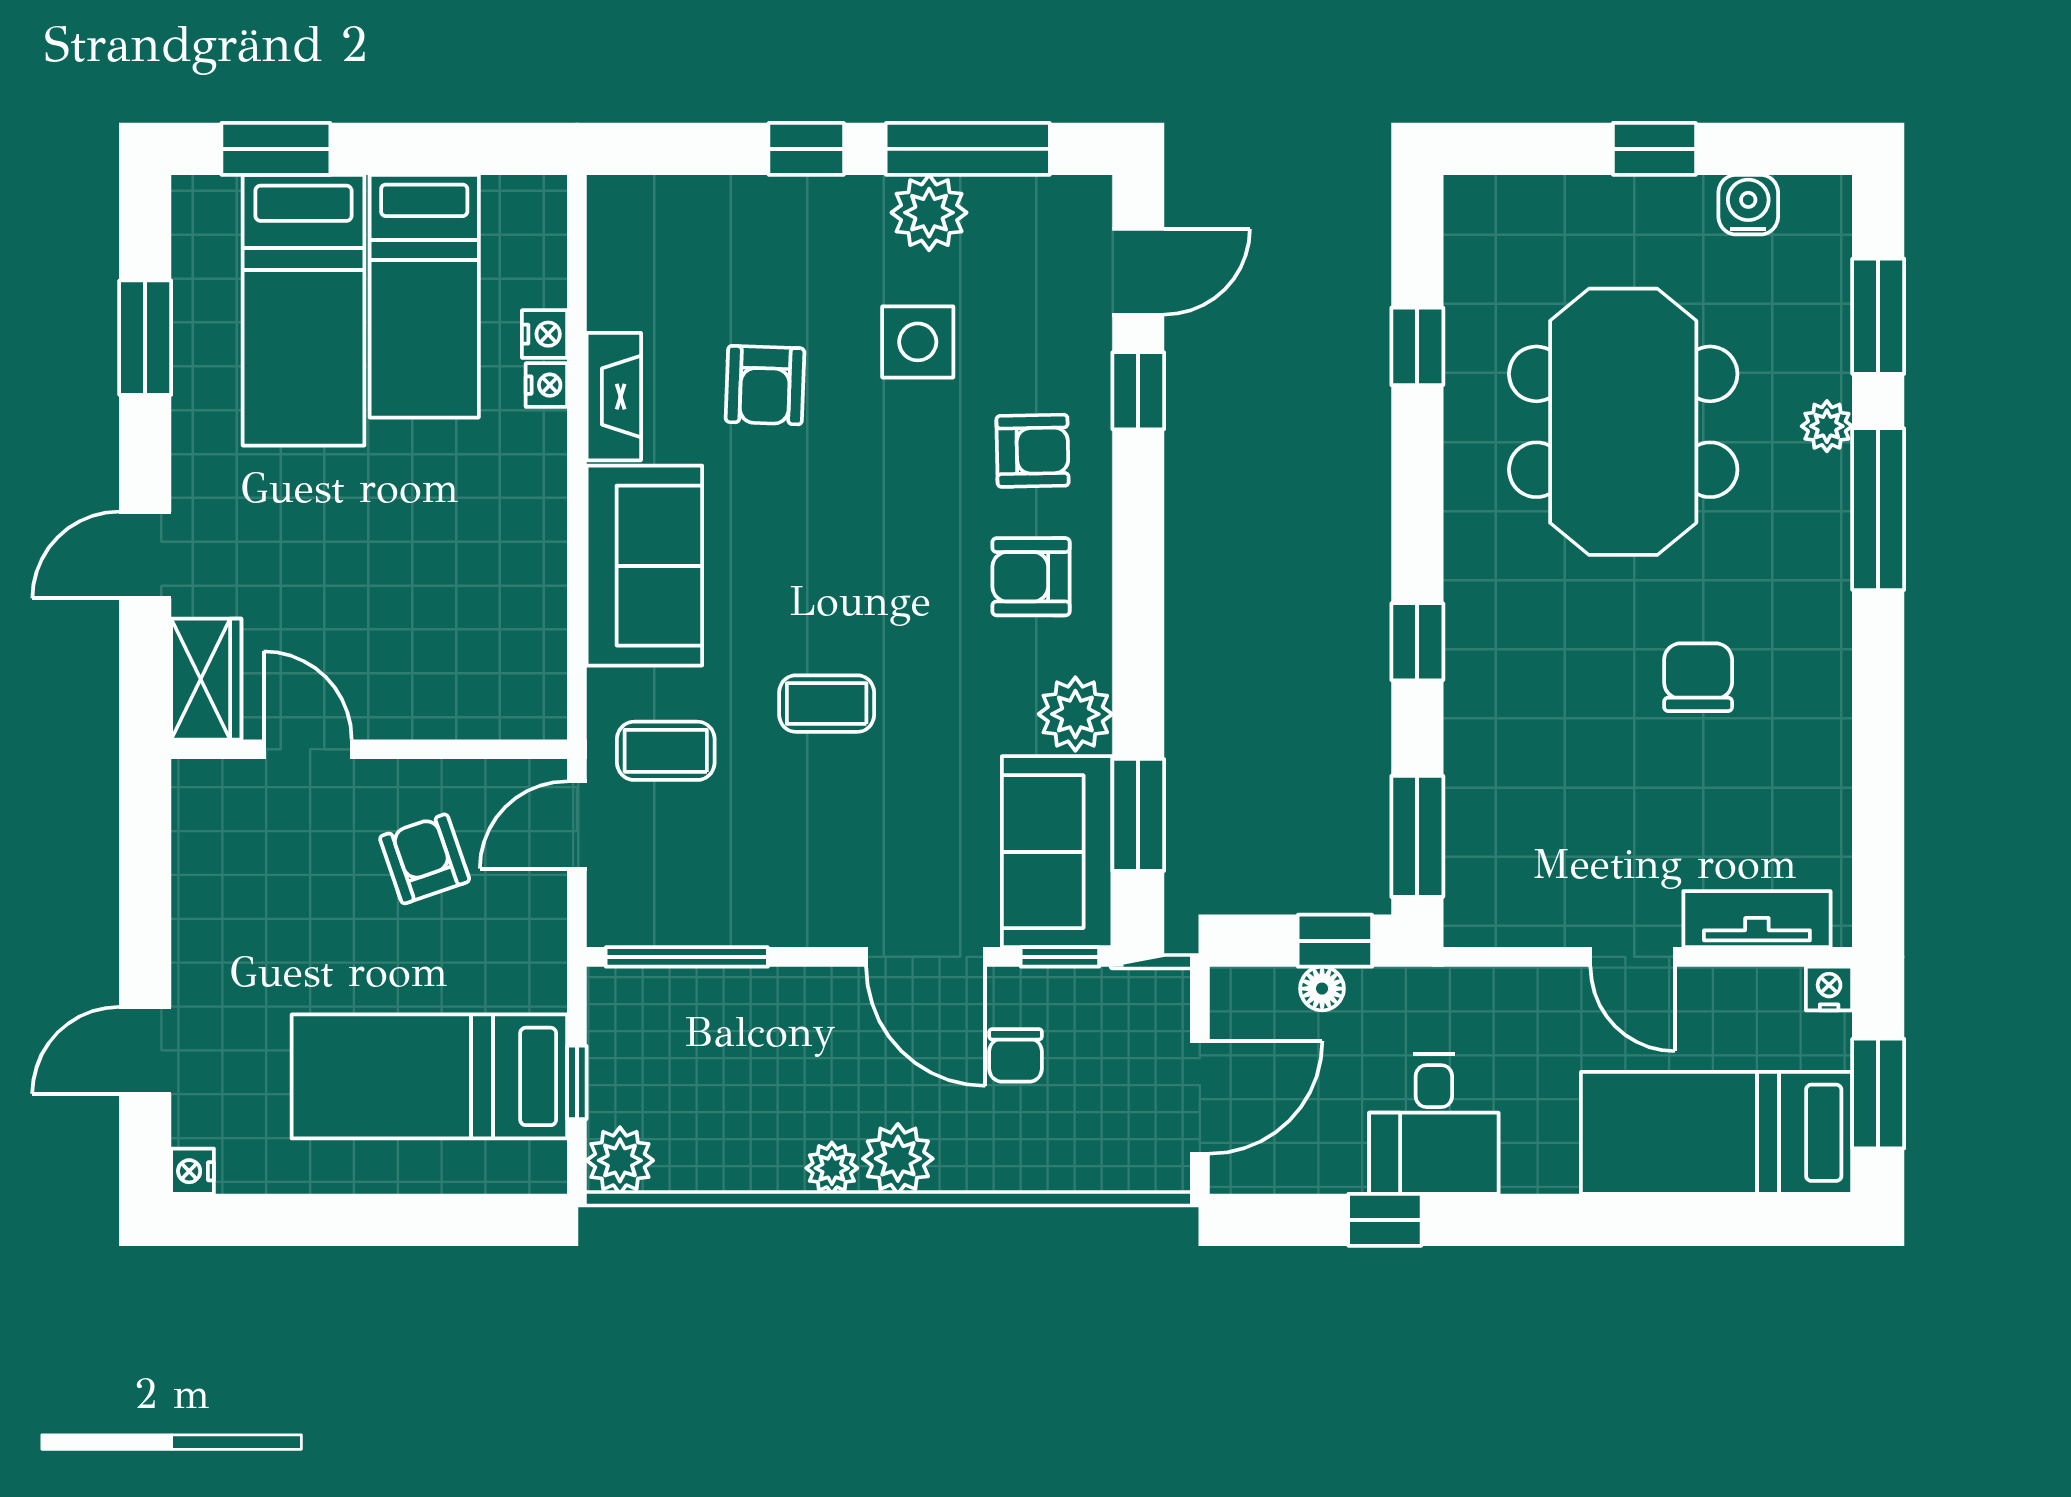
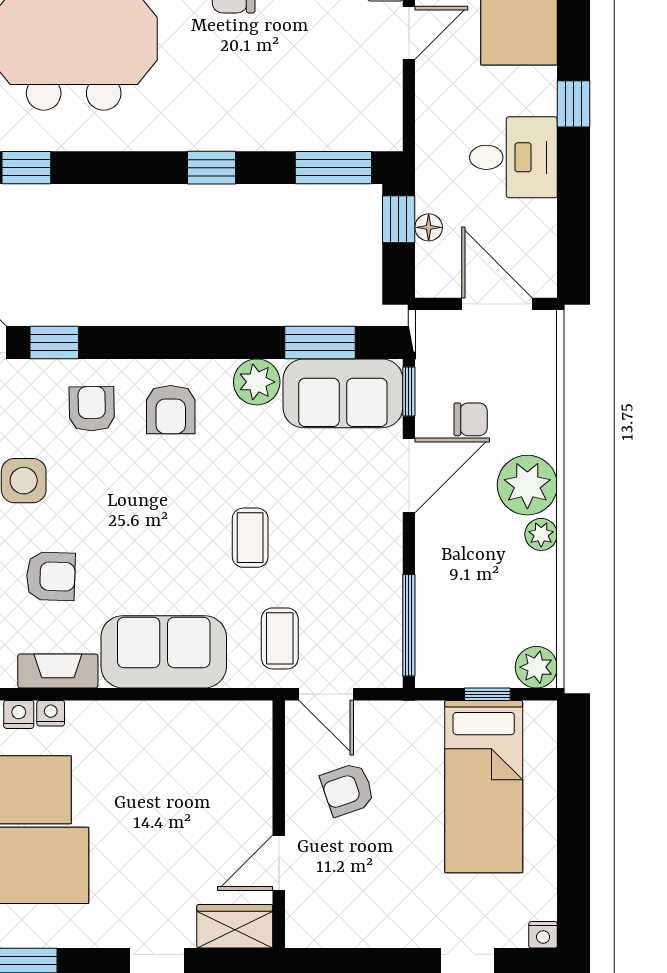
plant: (898, 1159) -> (527, 485), width x1.36, depth x1.36
window: (1385, 1220) -> (574, 104), moved

